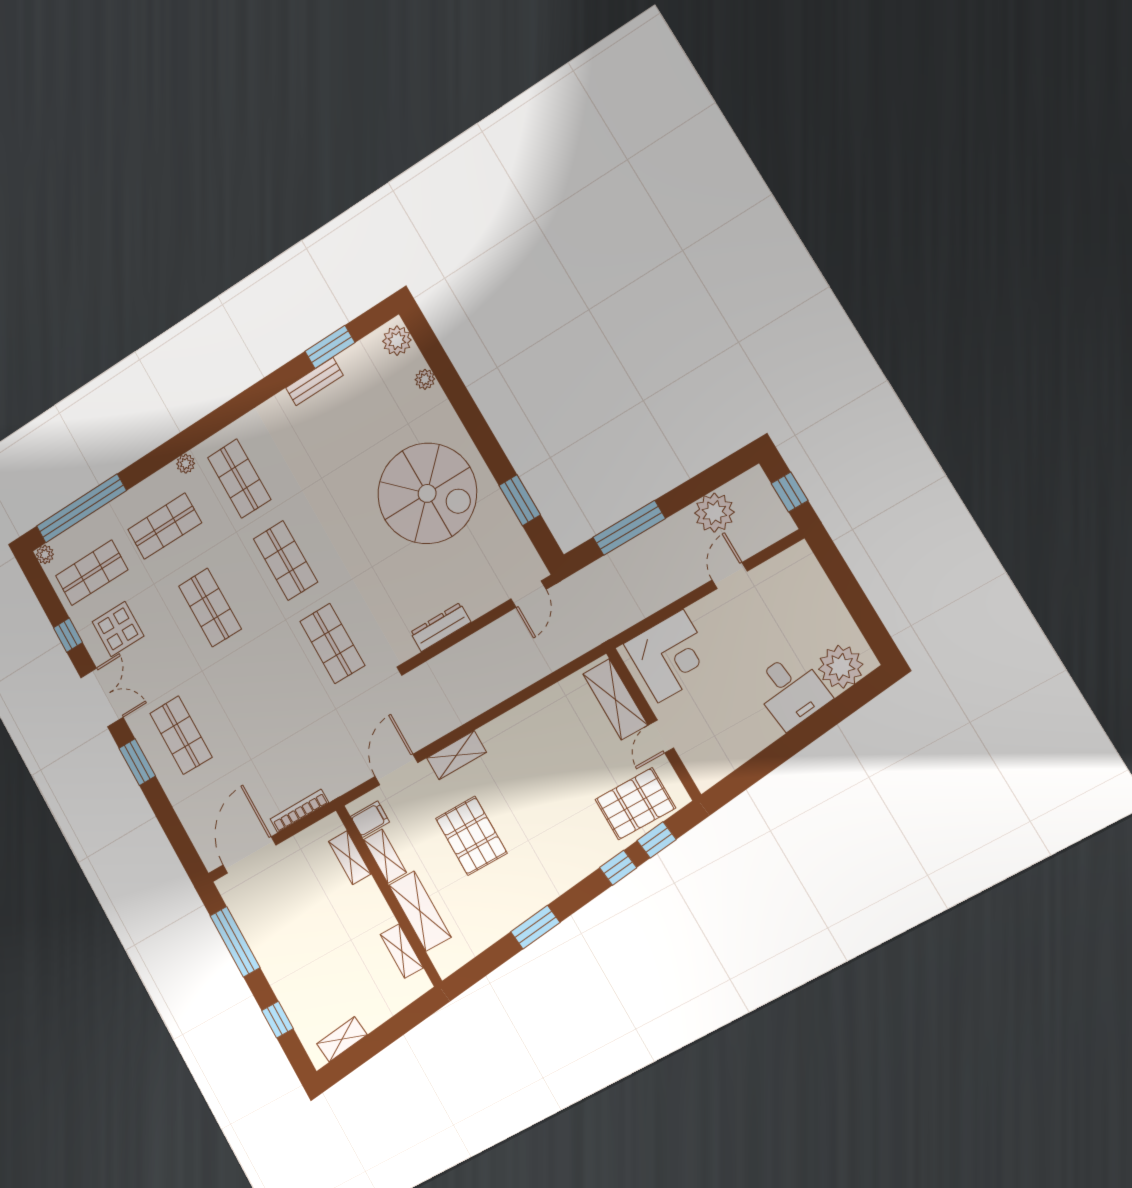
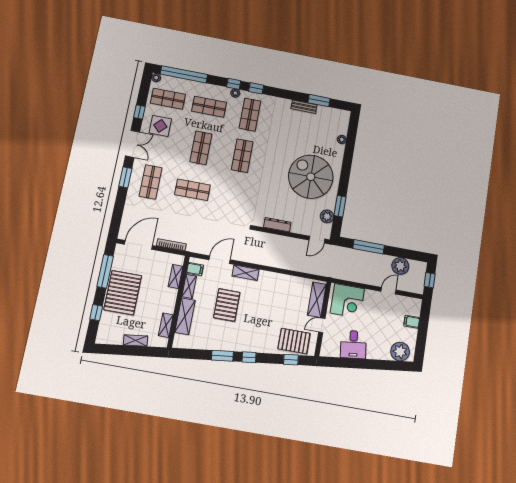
plant: (397, 341) -> (327, 216), moved
window: (211, 424) -> (256, 88), added
window: (170, 451) -> (234, 84), added
spiral stairs: (427, 493) -> (311, 177), turned 180
filing cabinet: (818, 595) -> (412, 322), added
shop shelf: (332, 644) -> (193, 190), moved, turned 90
desk: (791, 691) -> (353, 344), moved
window: (618, 868) -> (249, 357), moved
pallet: (290, 954) -> (123, 293), added
shelving: (342, 1039) -> (136, 340), moved

